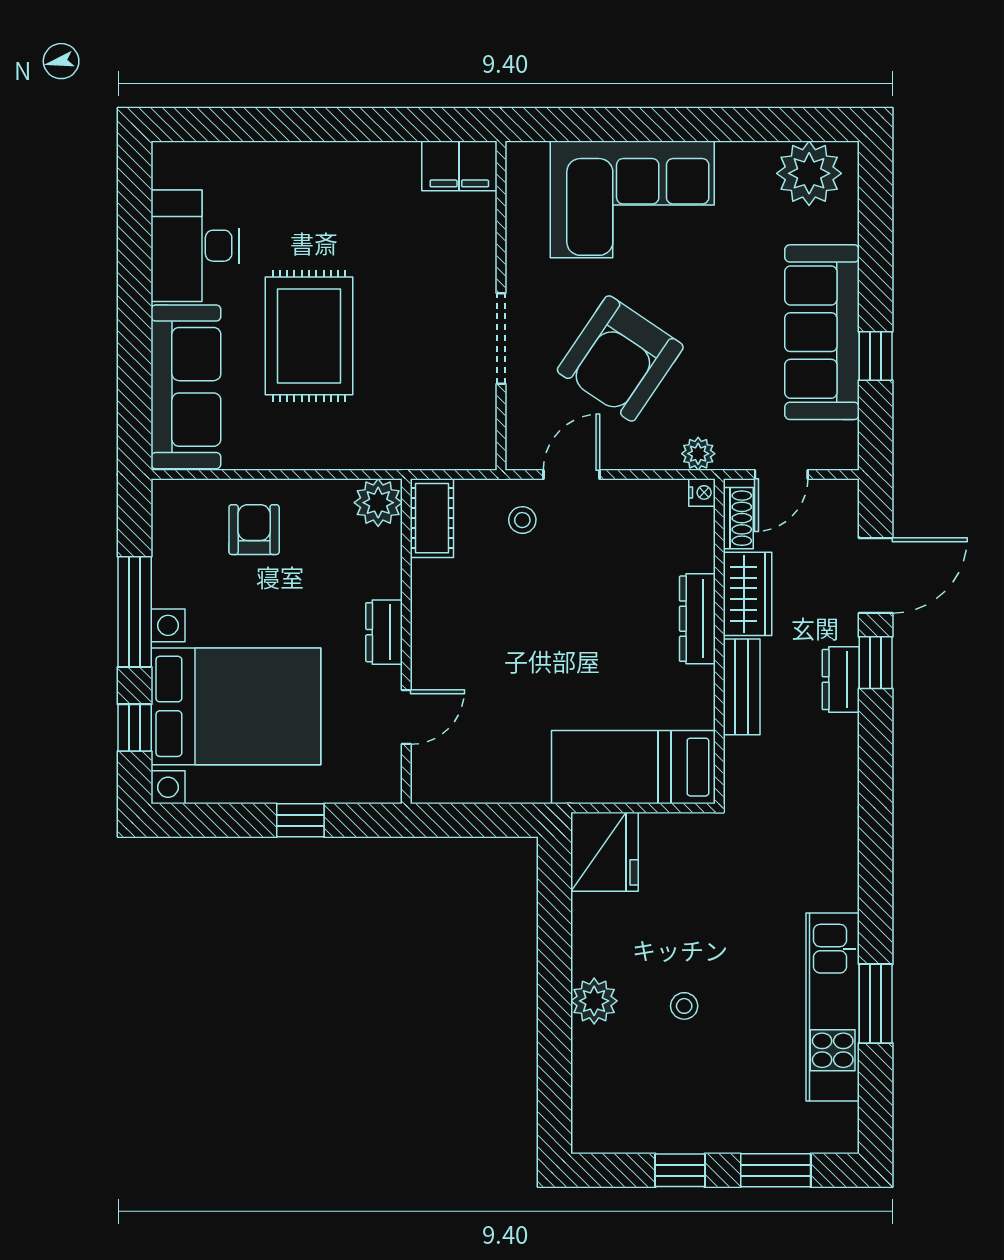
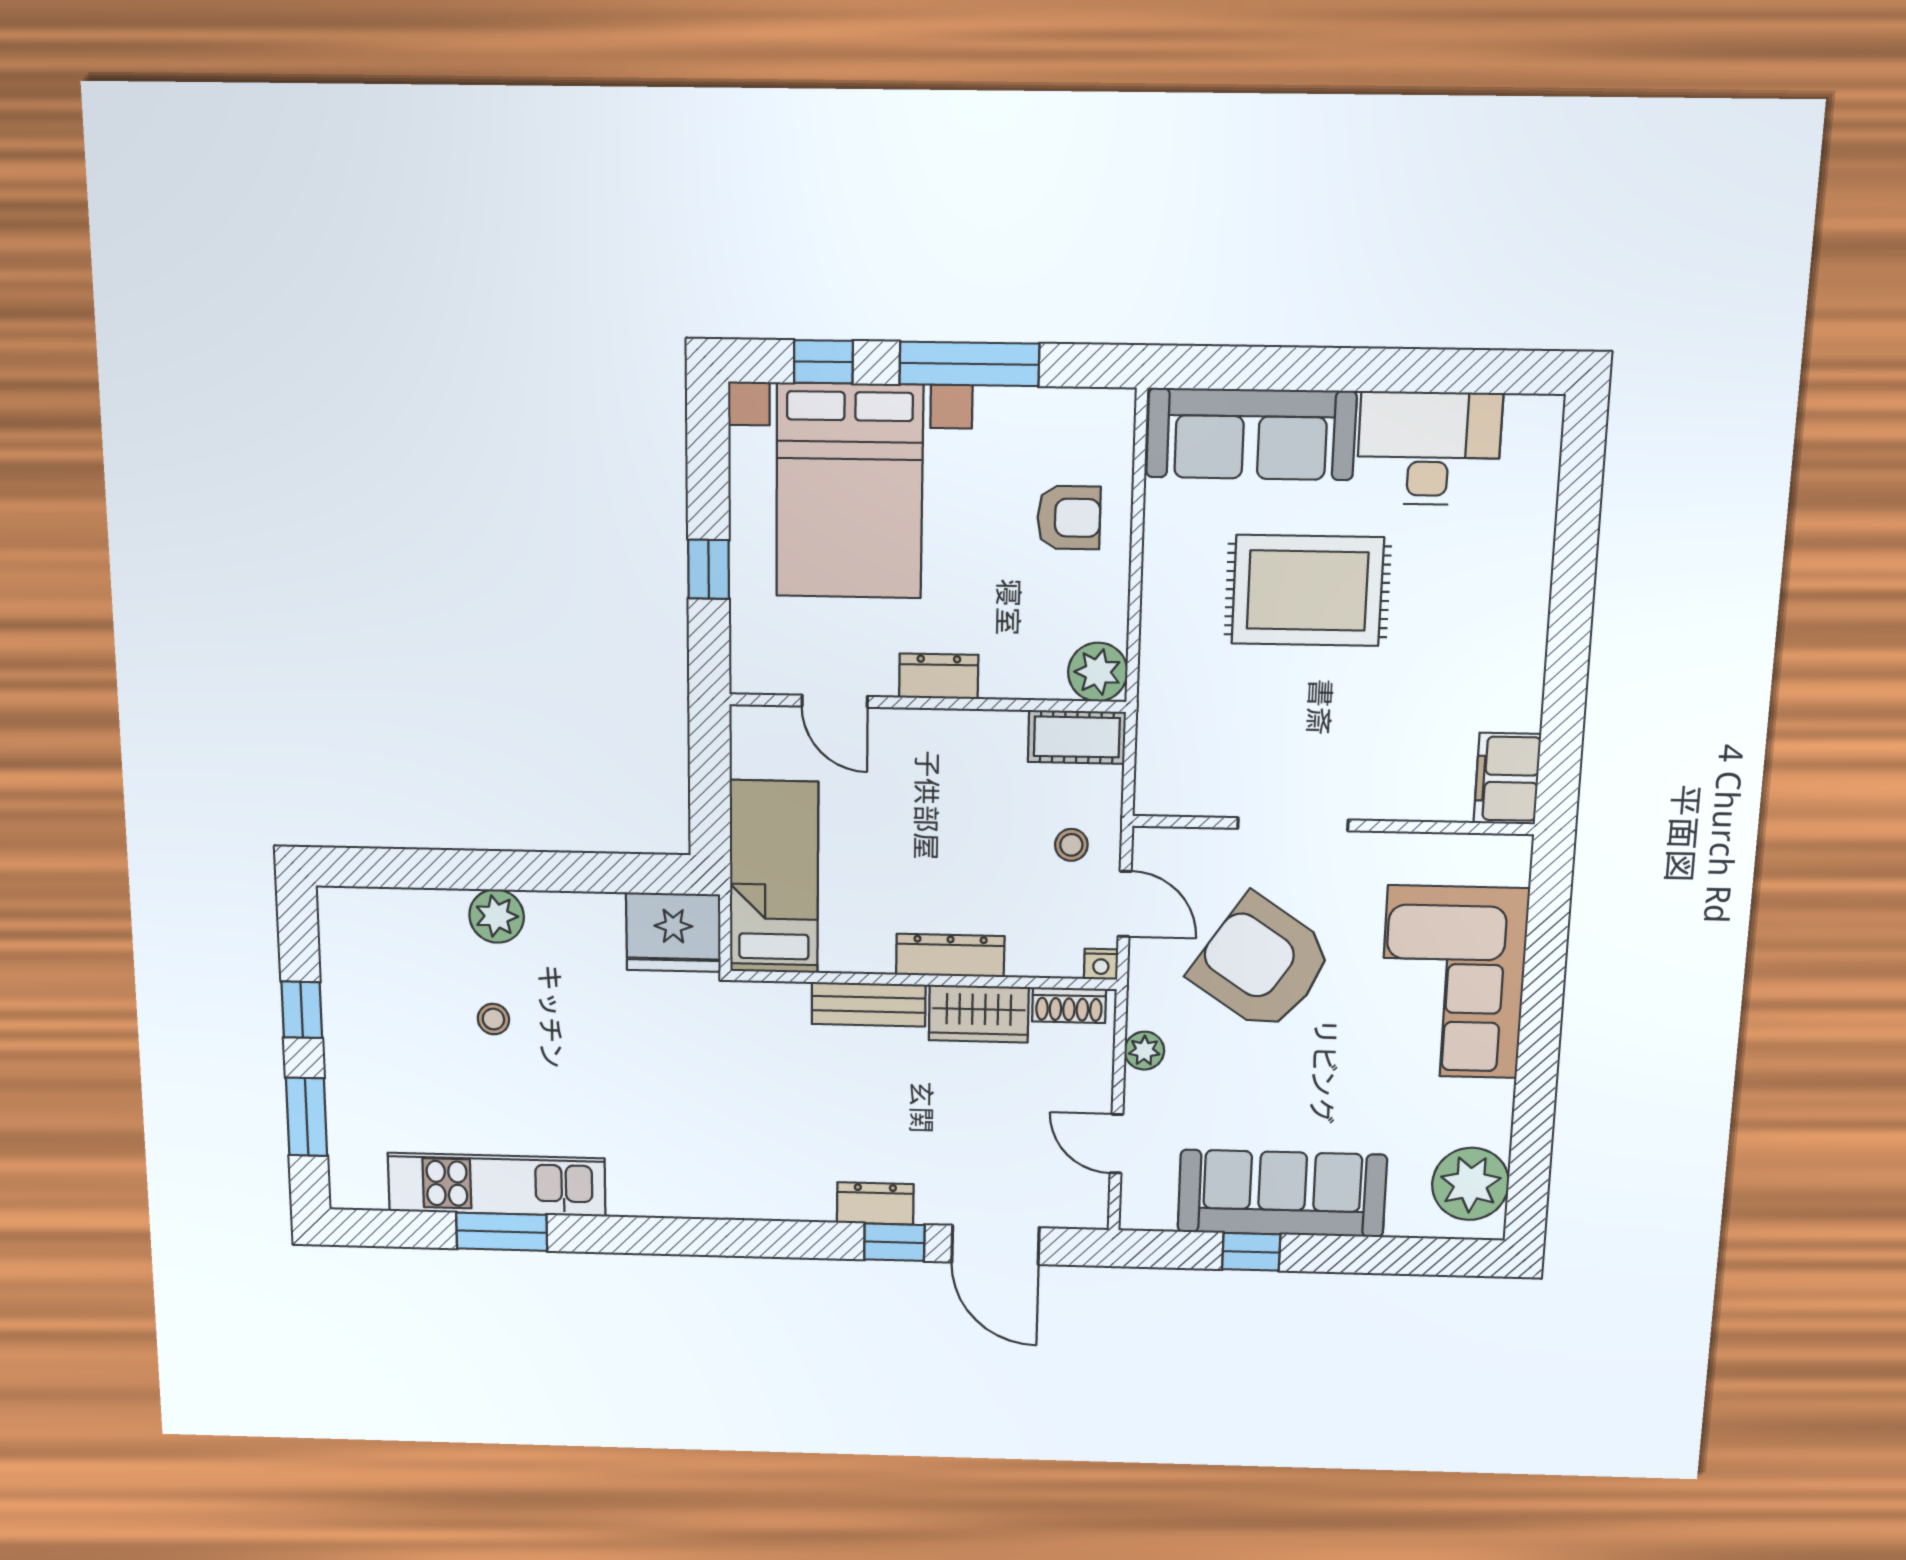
nightstand: (702, 492) -> (1101, 964), moved
shoe rack: (738, 518) -> (1069, 1005), moved
wardrobe: (748, 594) -> (979, 1014), moved
dresser: (697, 619) -> (950, 955), moved
wall: (719, 641) -> (923, 980), moved
bench: (742, 687) -> (869, 1004), moved
bed: (633, 767) -> (774, 877), moved

